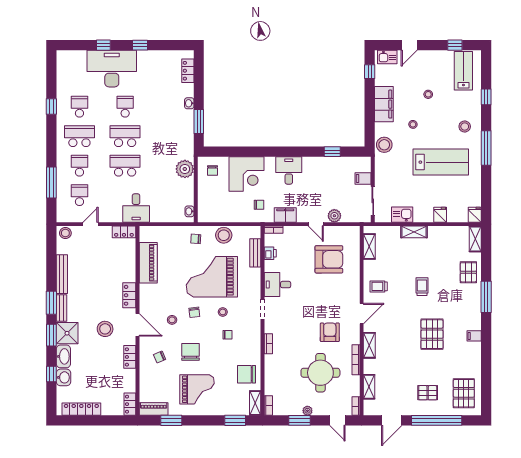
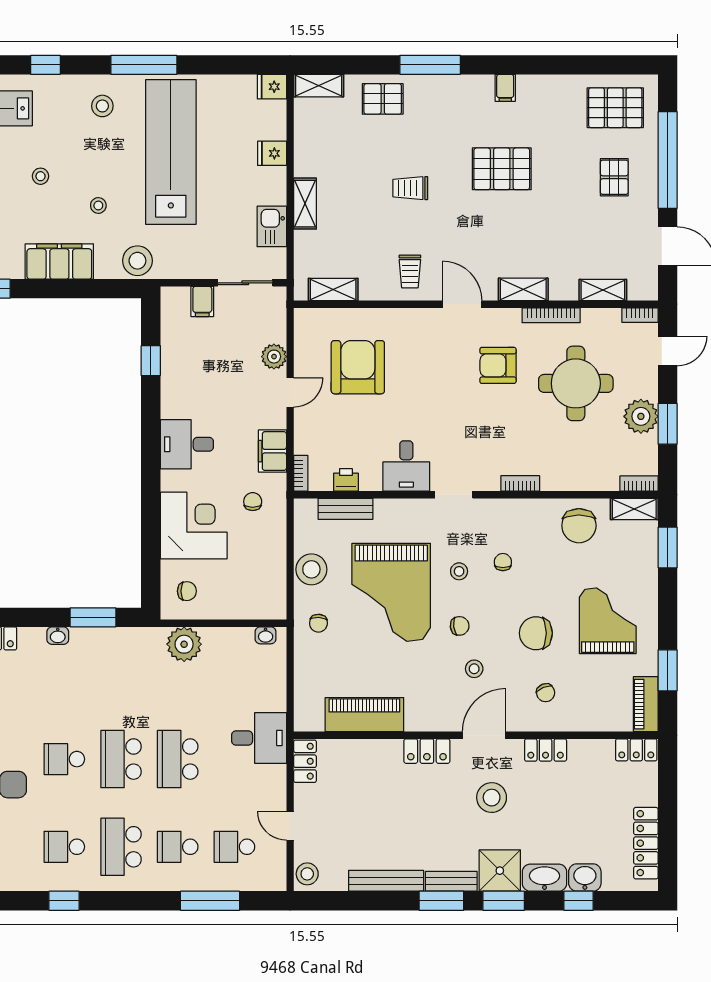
lab bench: (441, 162) -> (171, 152), width x1.36
plant: (307, 411) -> (641, 416), width x1.88, depth x1.88

